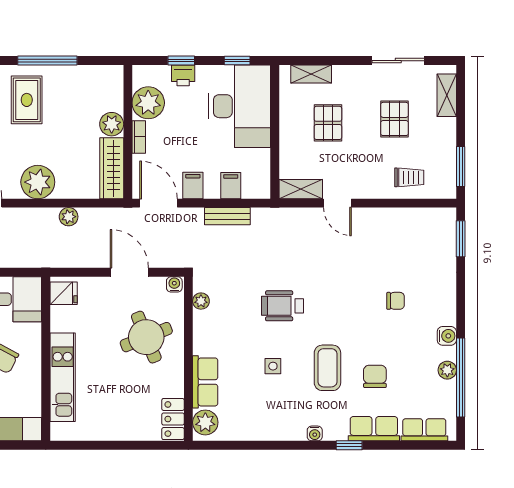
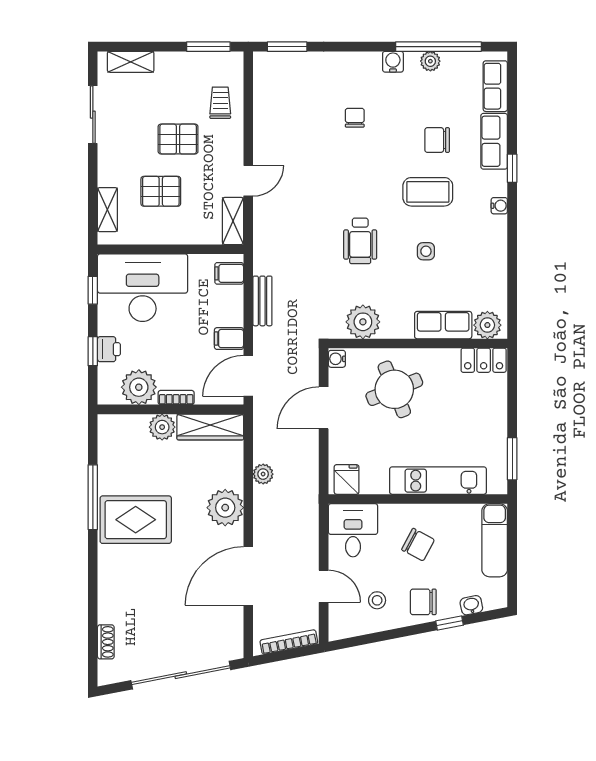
rug: (27, 100) -> (136, 520), width x1.36, depth x1.43
pallet: (394, 119) -> (178, 139), moved
filing cabinet: (231, 186) -> (229, 273), moved
plant: (201, 301) -> (363, 322), width x1.88, depth x1.88
window: (83, 445) -> (512, 459), added

